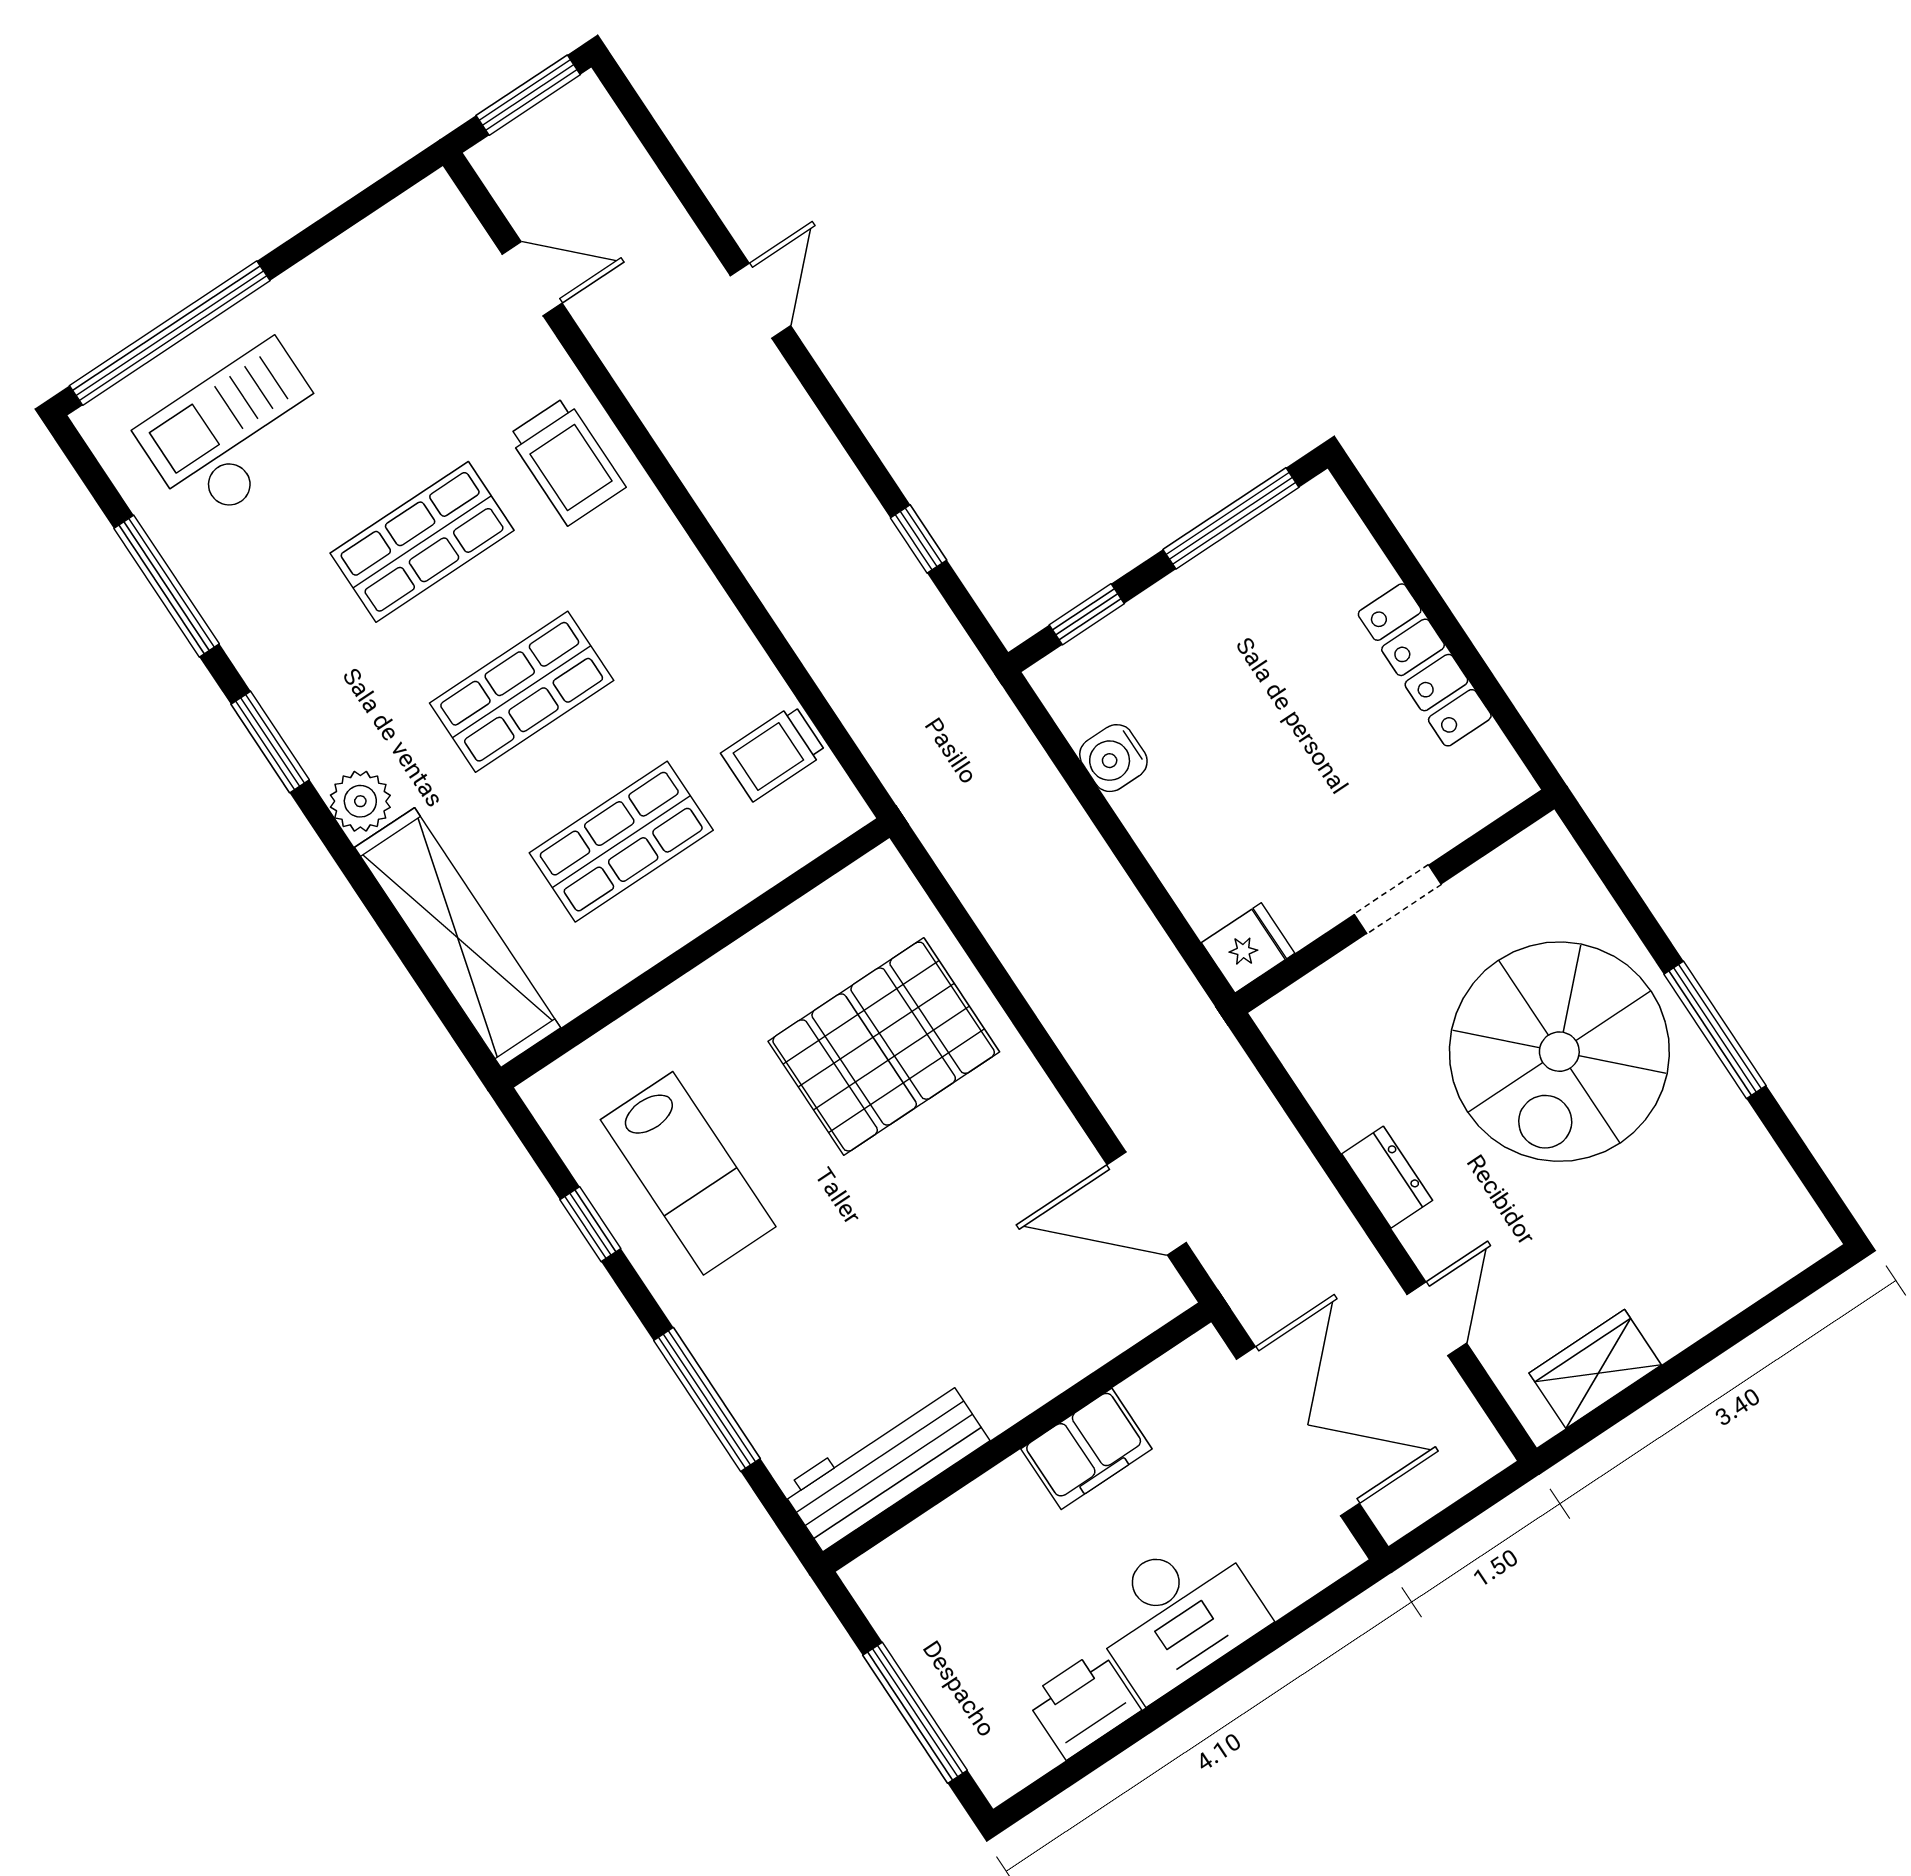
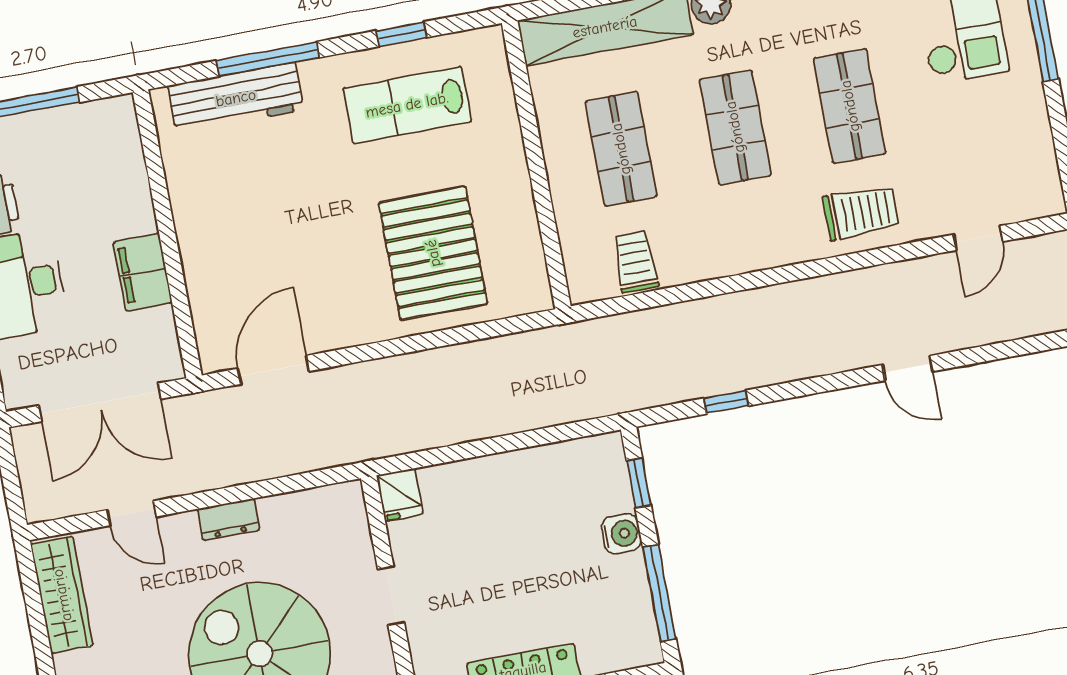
trolley: (567, 461) -> (861, 212), turned 180
water cooler: (1113, 758) -> (621, 534), moved, turned 90
wardrobe: (1595, 1369) -> (62, 595), width x1.50
workbench: (885, 1465) -> (236, 98), moved, turned 90

